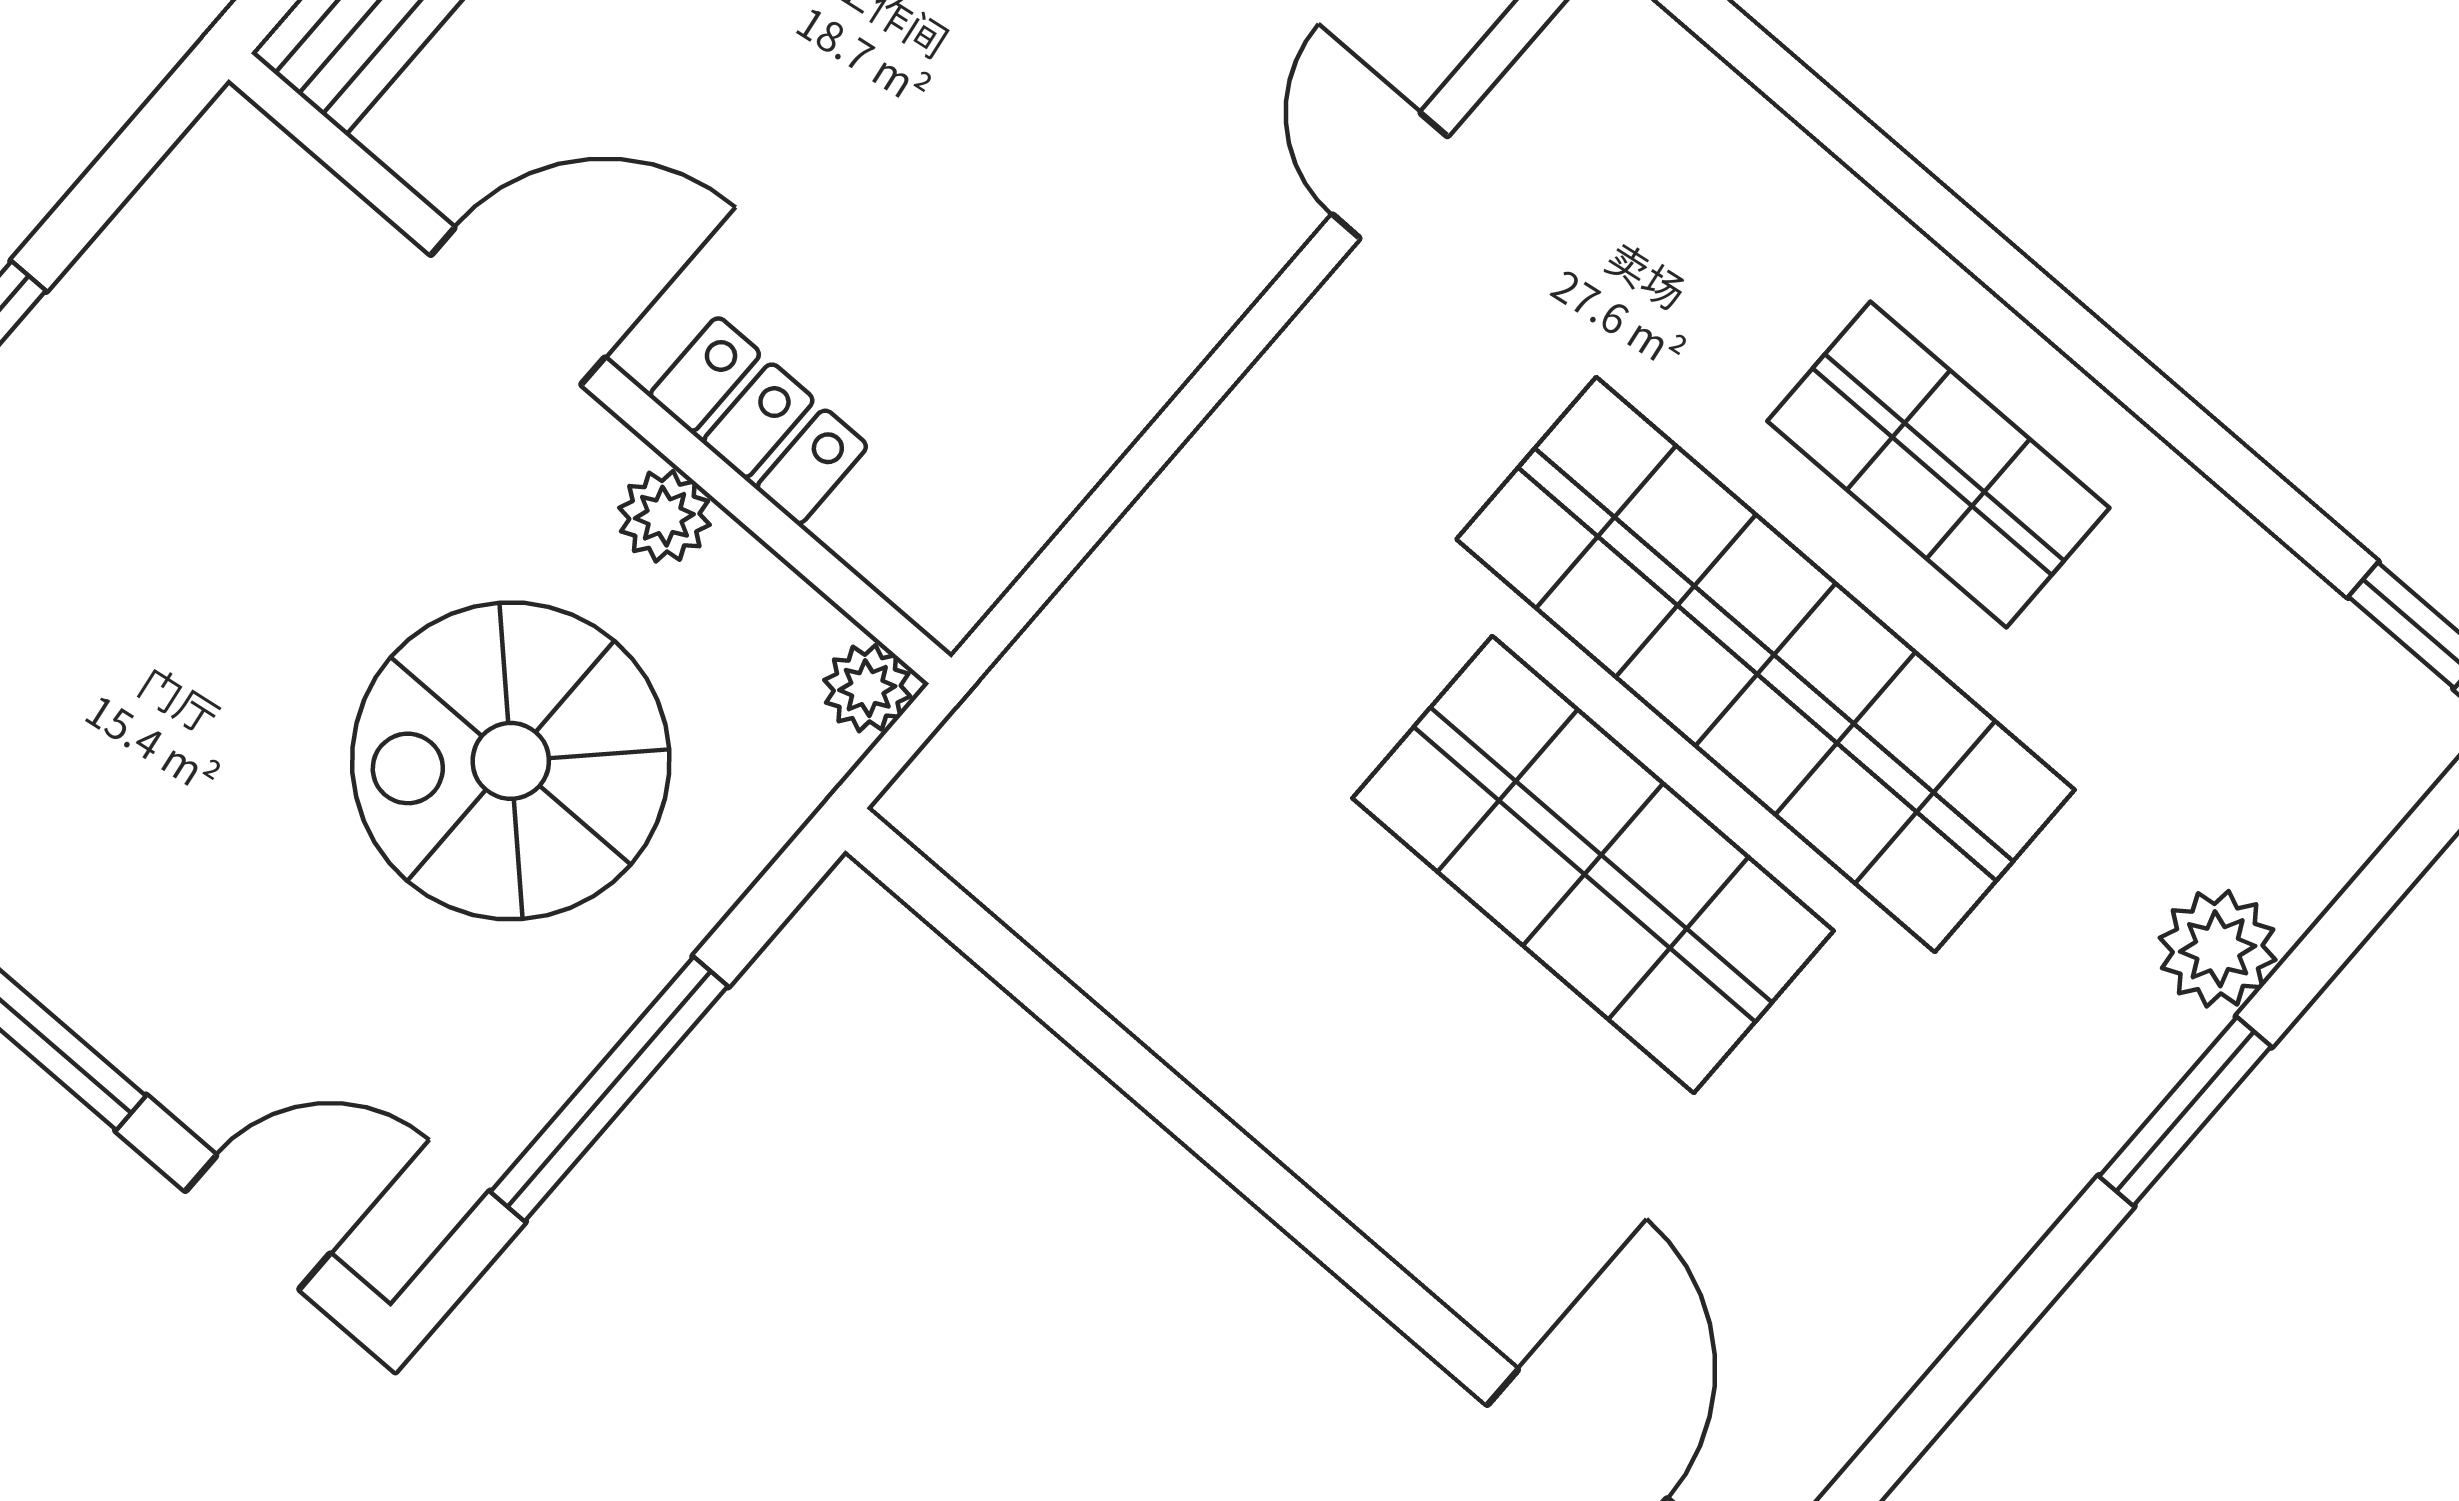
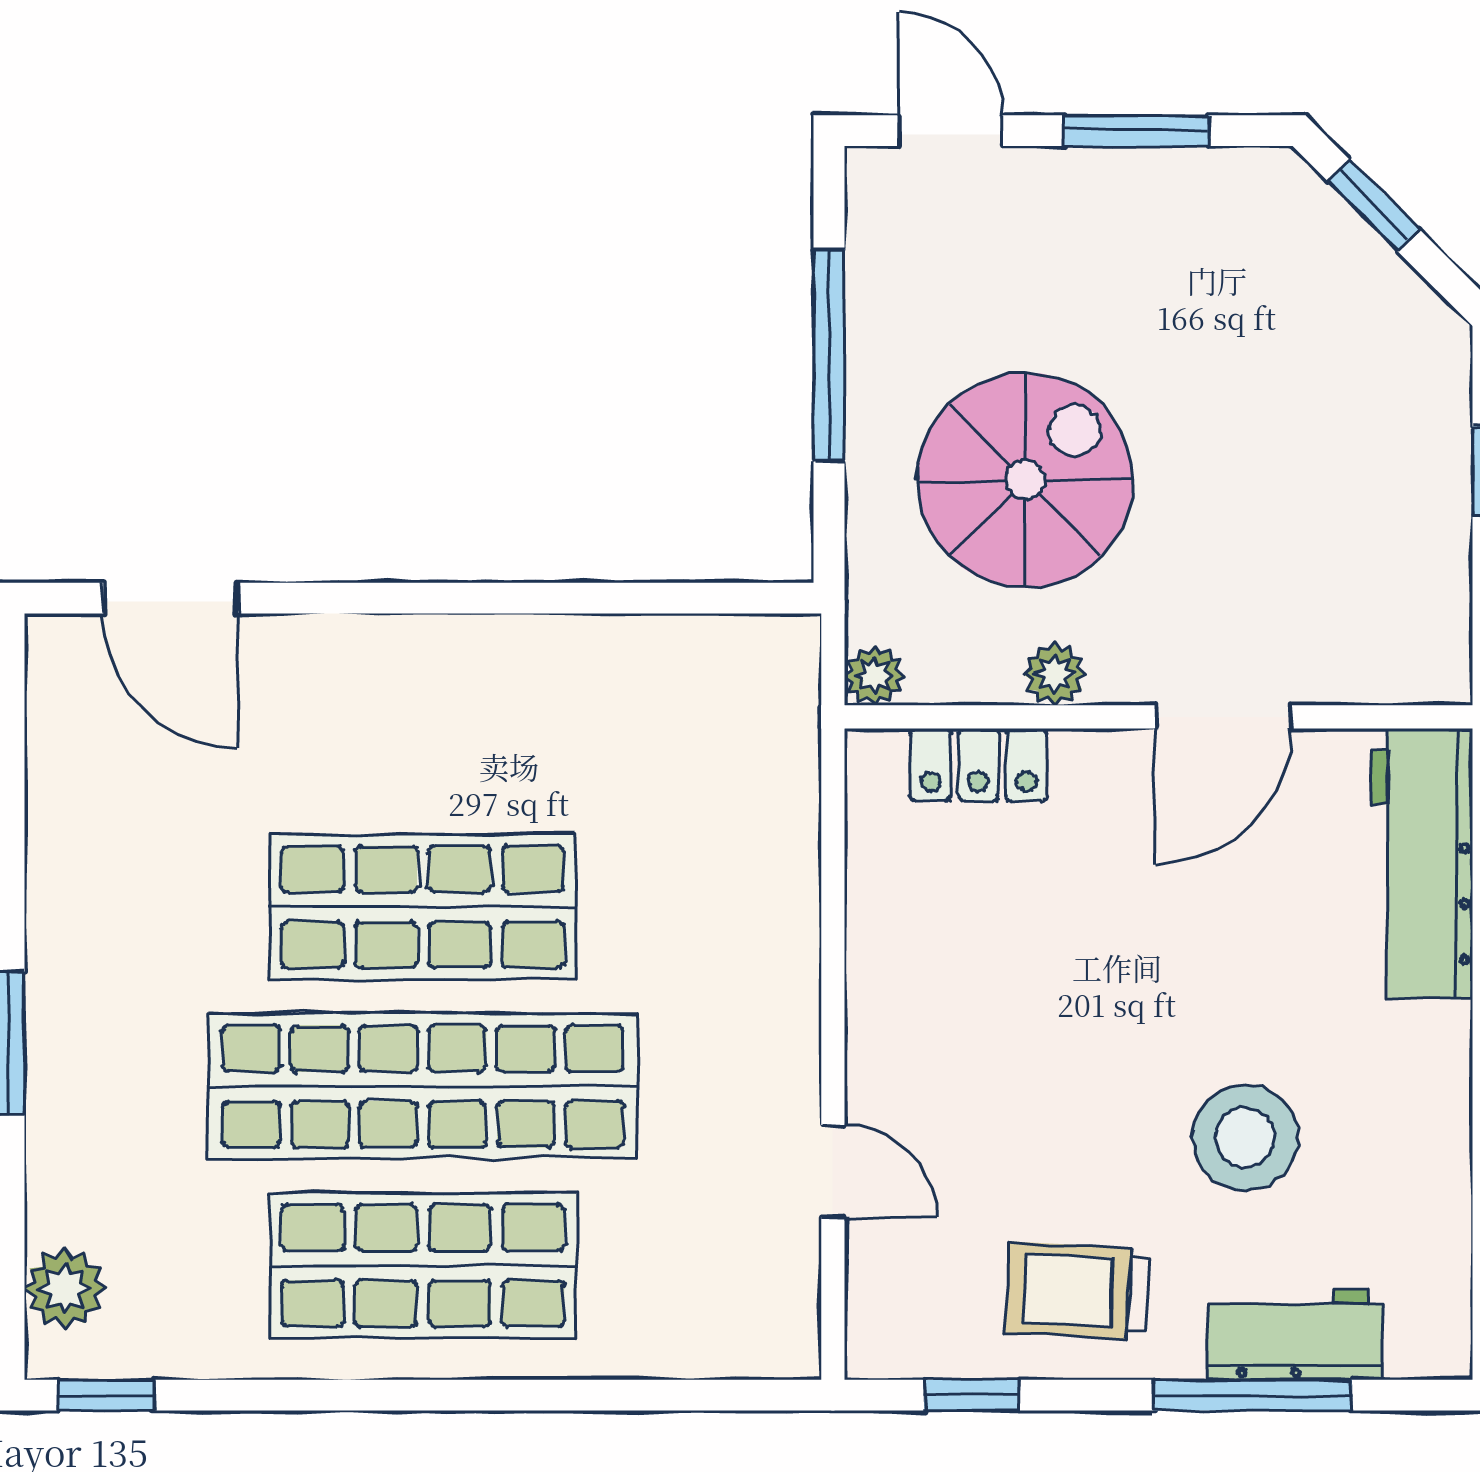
locker: (758, 421) -> (979, 765), moved
shop shelf: (1938, 464) -> (423, 1266), width x1.43, depth x1.36
plant: (2218, 949) -> (64, 1288), moved
door: (258, 1222) -> (950, 131), swing flipped

